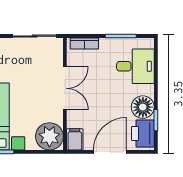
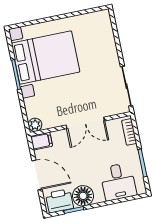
plant: (49, 136) -> (35, 125), width x0.53, depth x0.53

